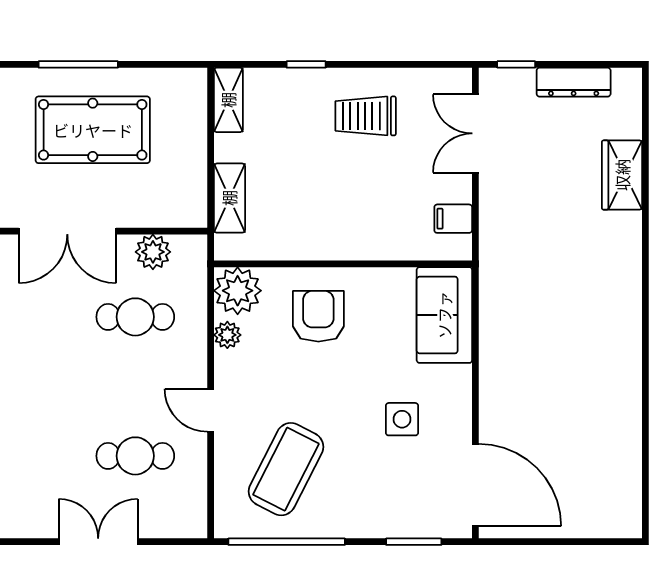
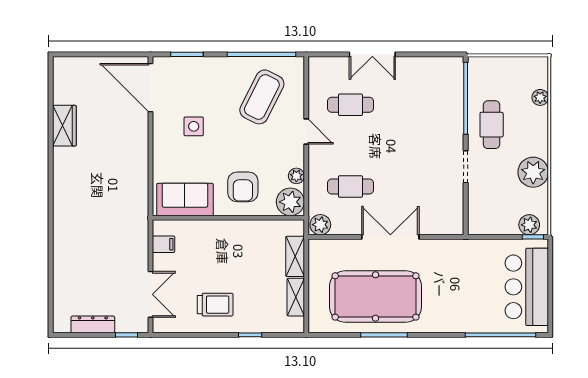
shelving: (228, 100) -> (296, 297), moved
pool table: (93, 130) -> (376, 296), width x1.36, depth x1.32
wardrobe: (622, 175) -> (64, 126), moved
plant: (153, 252) -> (320, 225), moved
sofa: (444, 315) -> (185, 199), moved, turned -90

